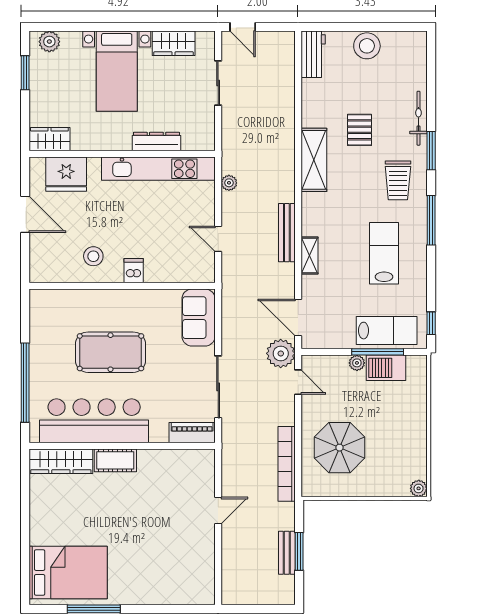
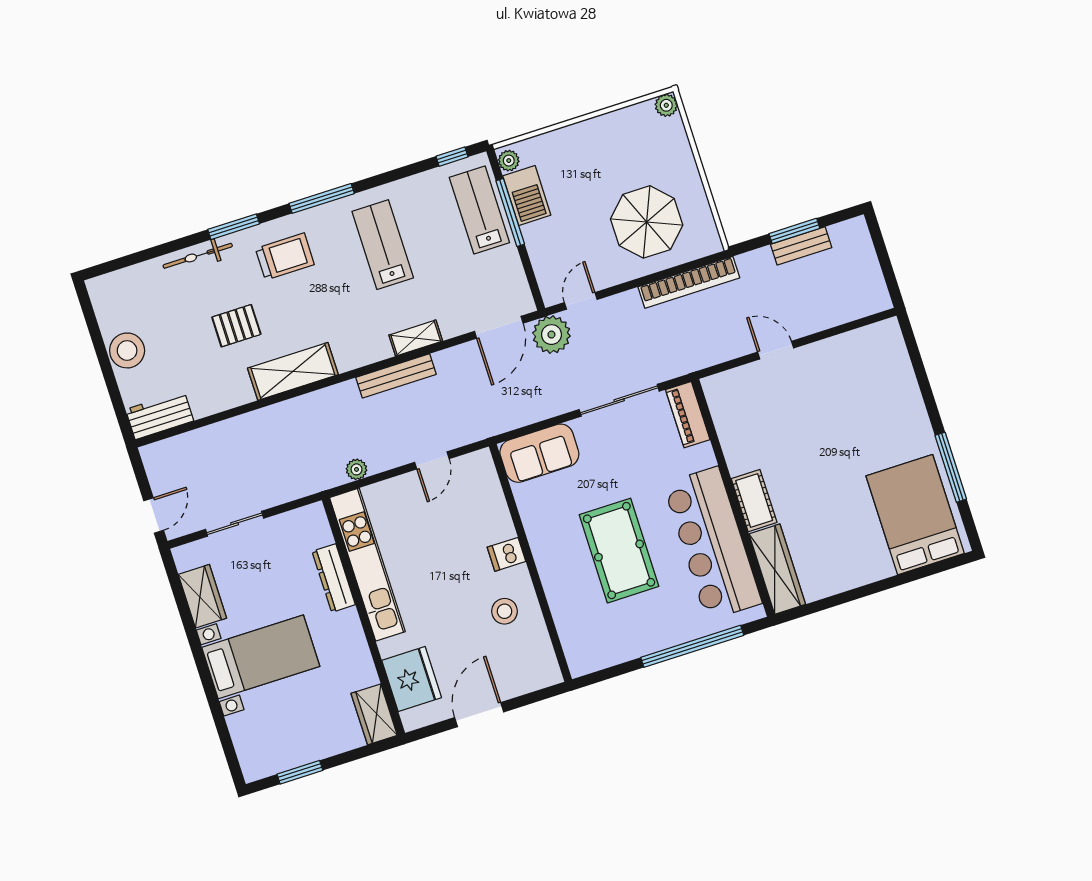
plant: (49, 42) -> (251, 754), removed
lab bench: (384, 253) -> (383, 245), turned 90
plant: (357, 363) -> (509, 161), moved

